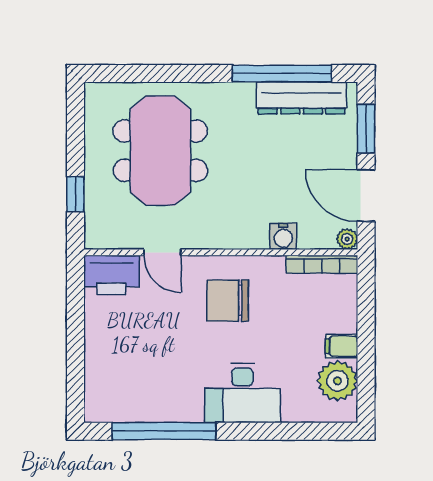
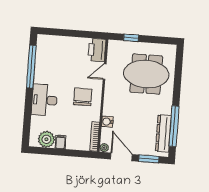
door: (366, 196) -> (121, 157), hinge flipped

